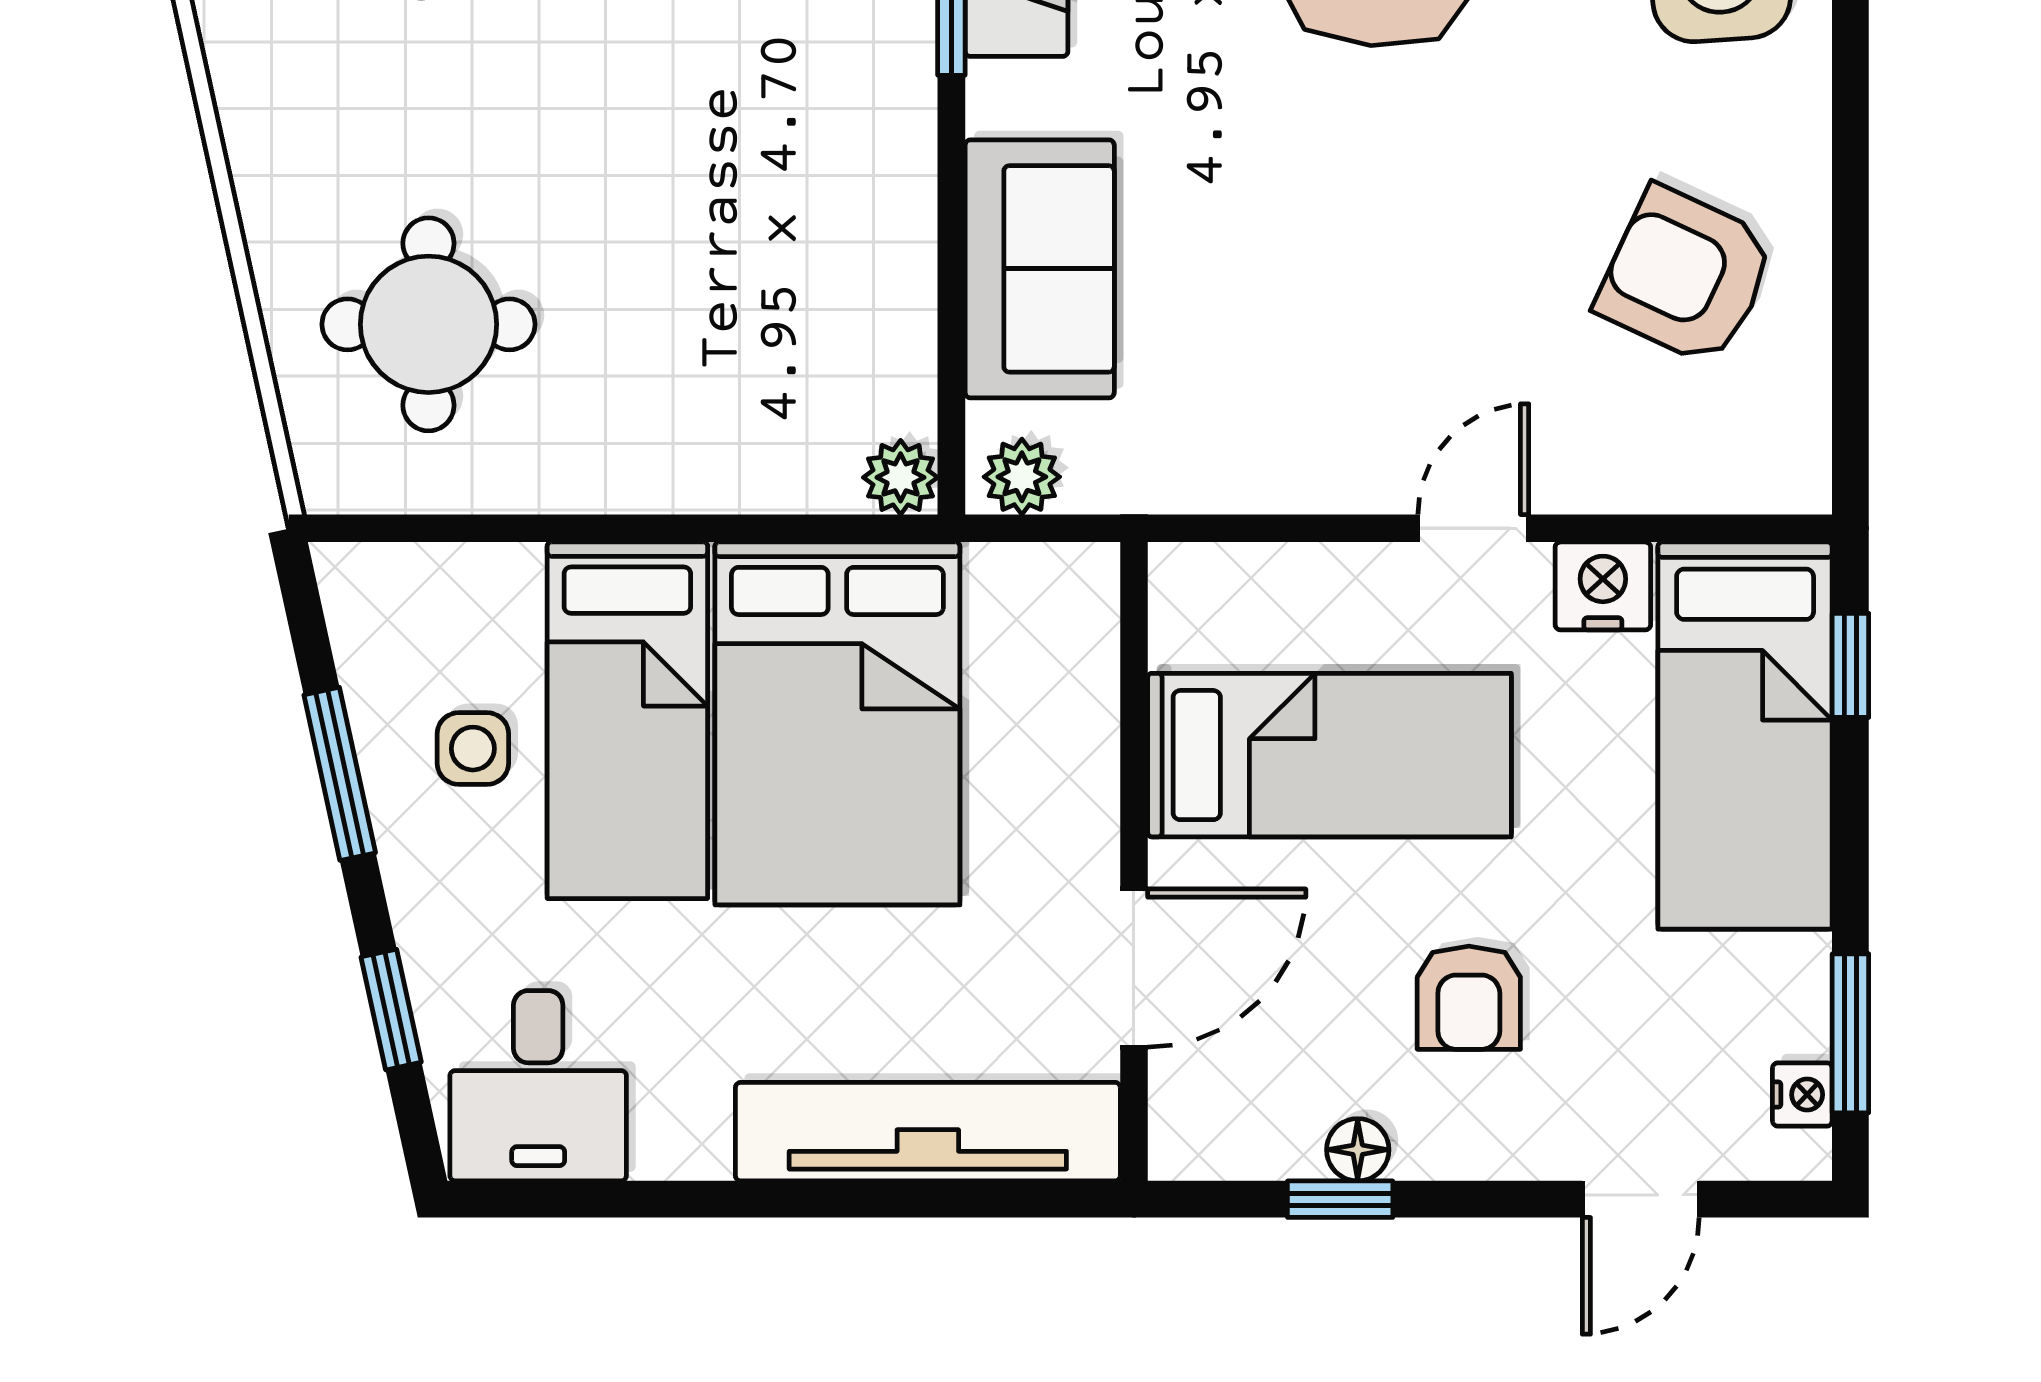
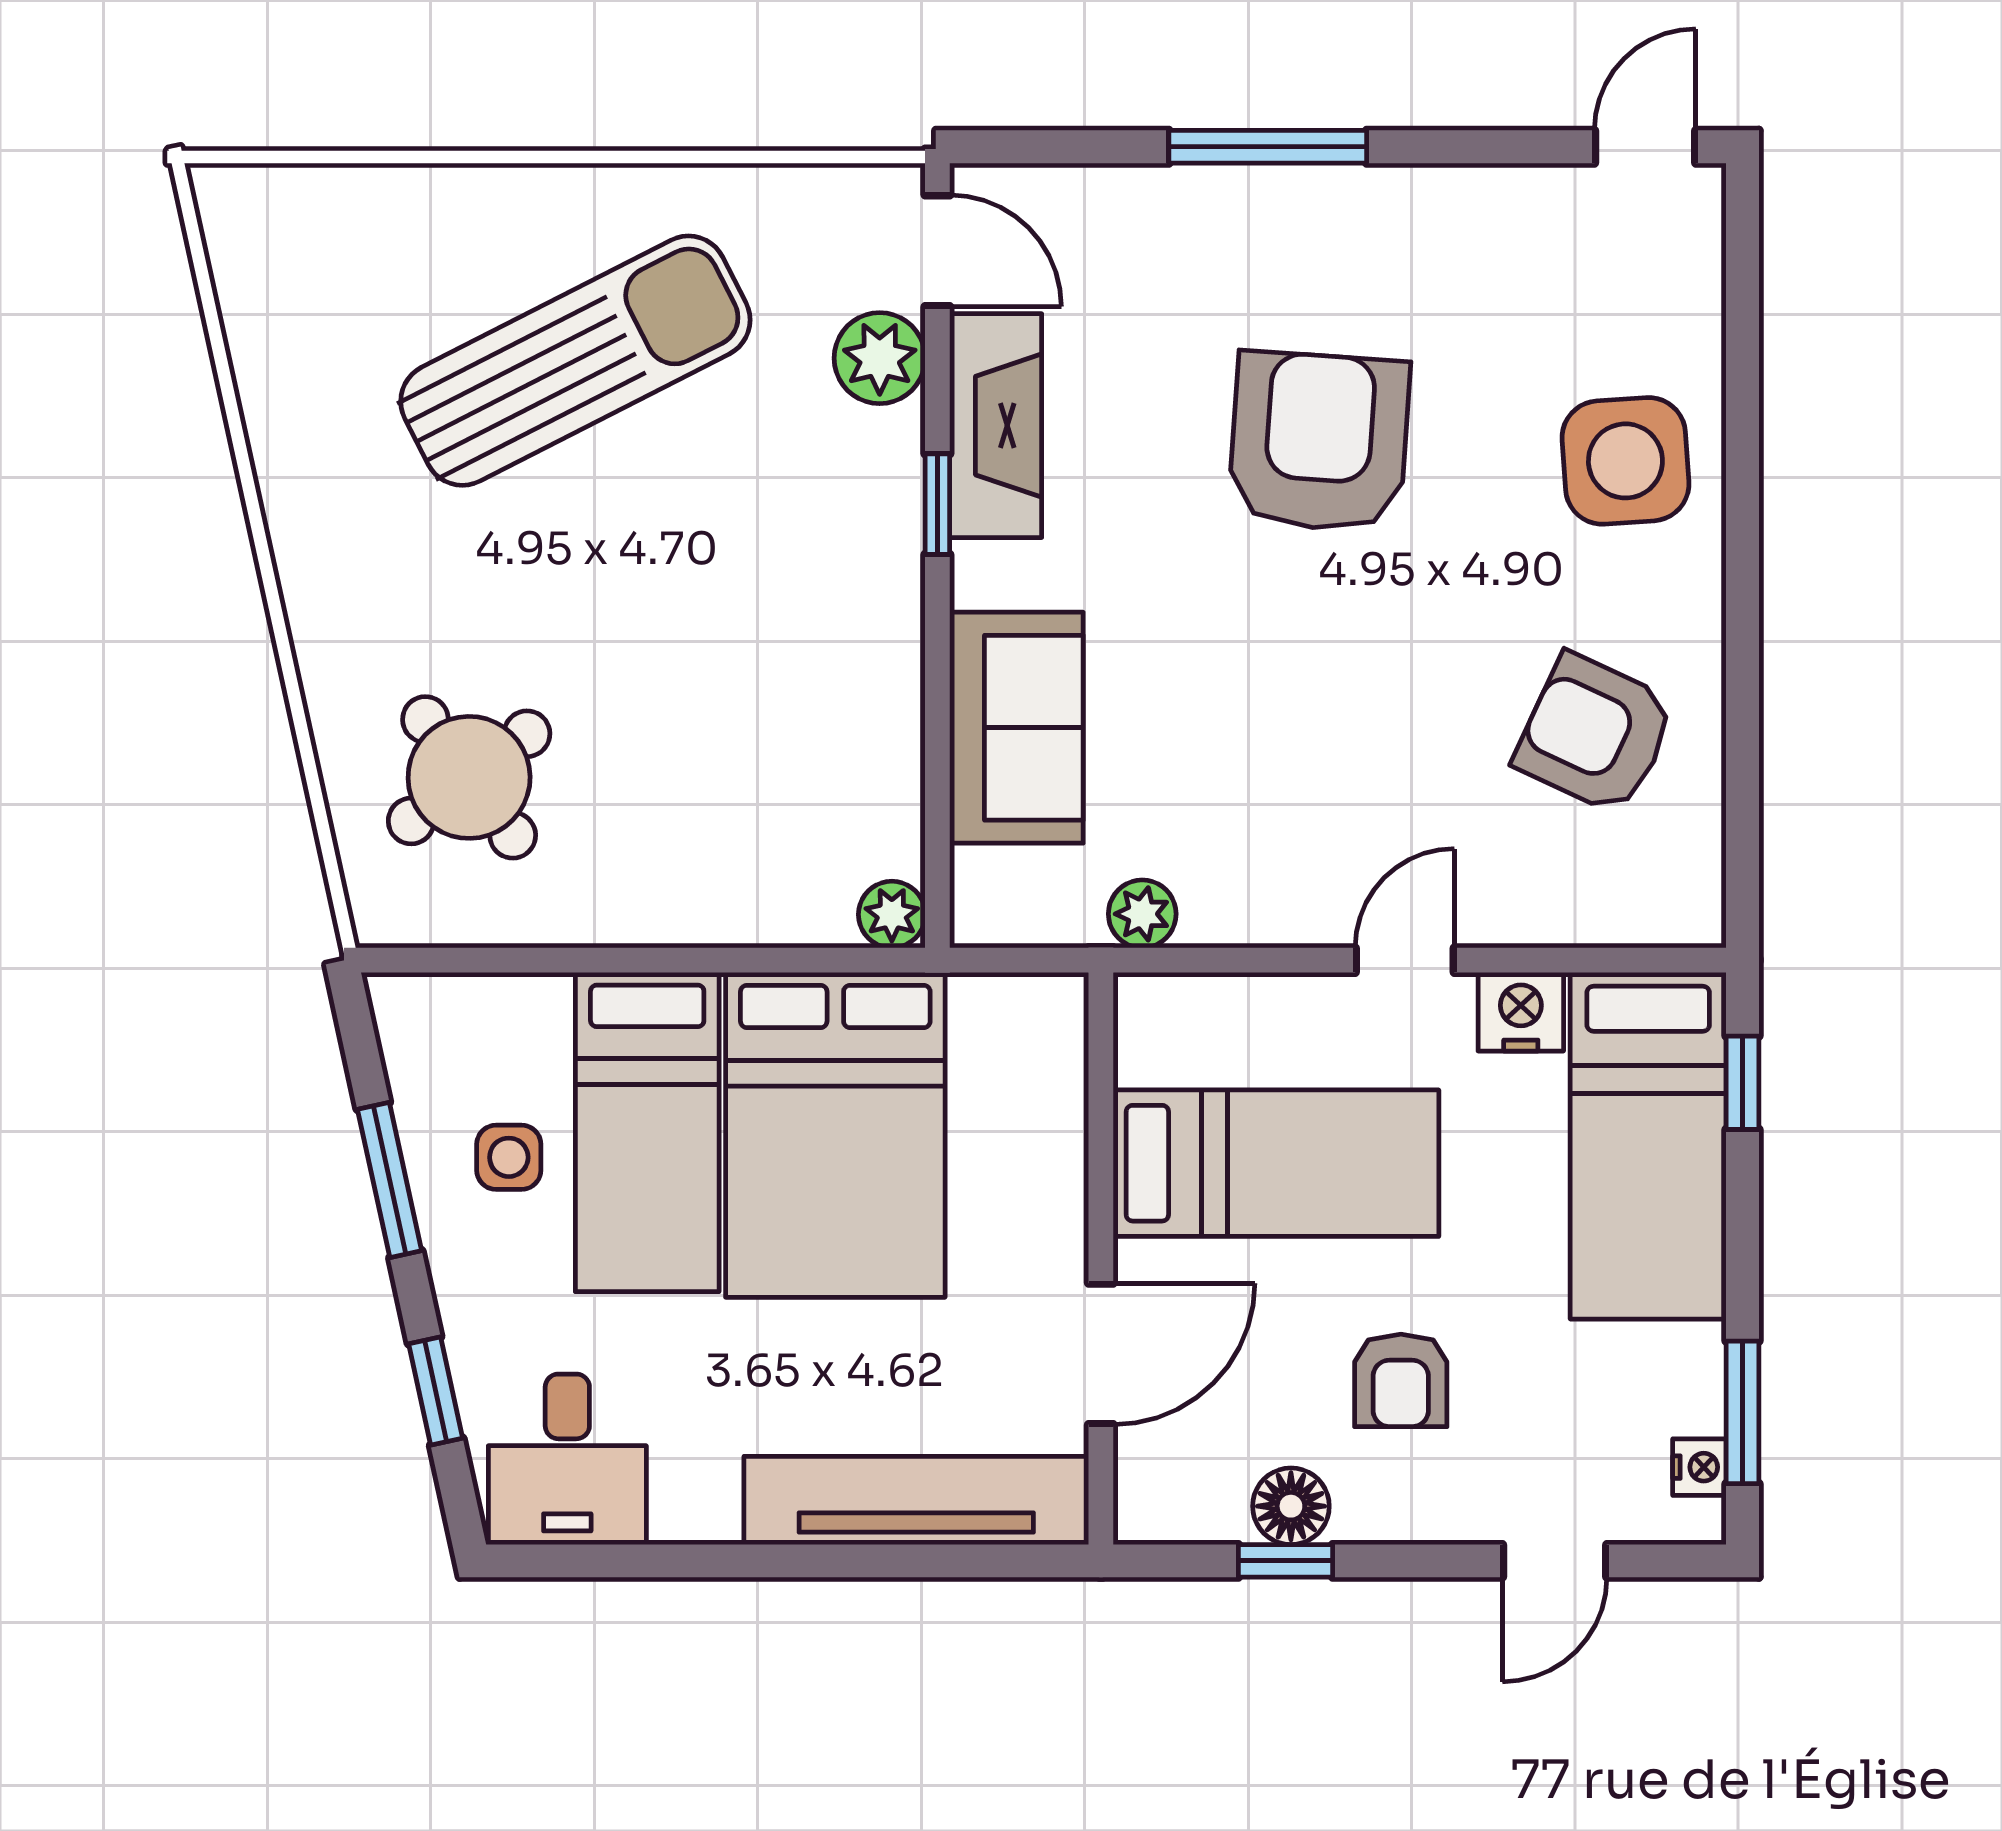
round table: (428, 324) -> (469, 777), turned -37
plant: (1022, 477) -> (1142, 914), moved
floor lamp: (1358, 1150) -> (1291, 1506), width x1.37, depth x1.37

